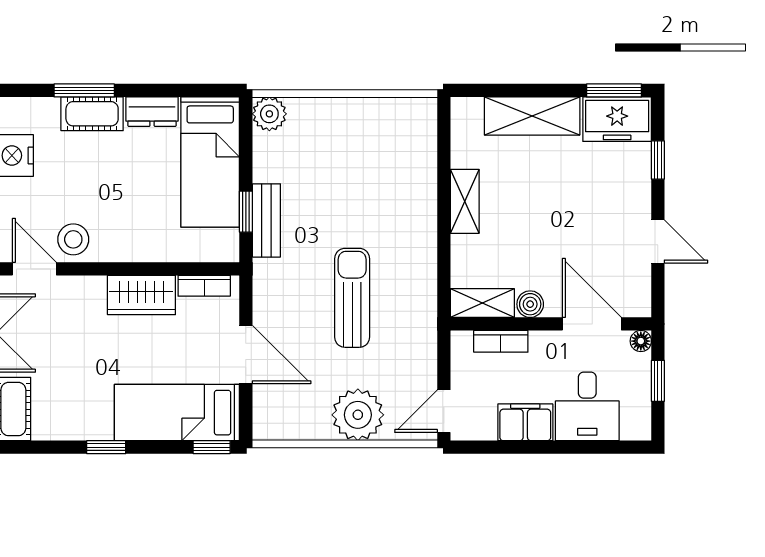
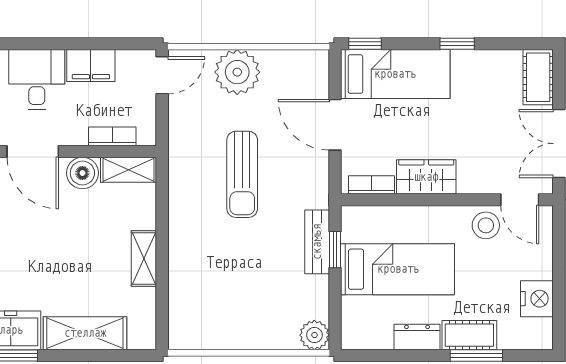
bed: (210, 162) -> (398, 269), moved, turned 90
boiler: (530, 304) -> (82, 173), width x1.36, depth x1.36

